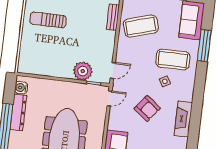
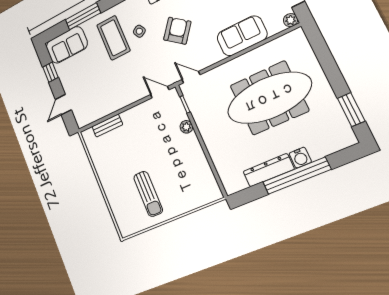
coffee table: (141, 26) -> (100, 92), removed
plant: (83, 71) -> (186, 127), width x0.53, depth x0.53
water cooler: (21, 88) -> (300, 158), moved

